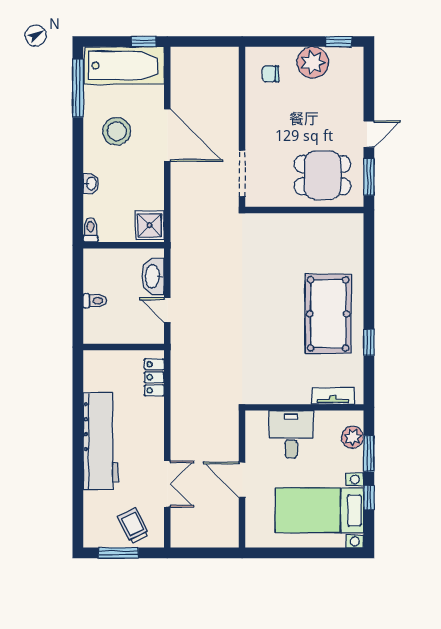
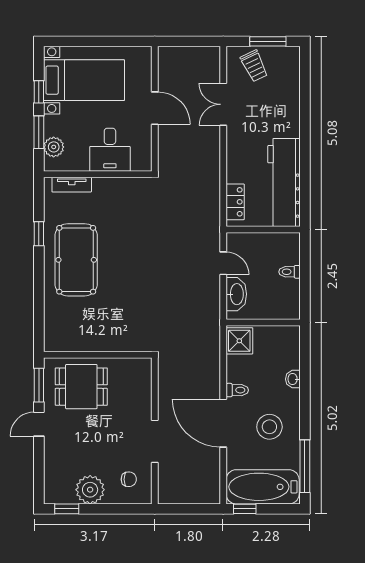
doorway: (242, 173) -> (155, 441), moved
toilet: (91, 230) -> (237, 390), moved, turned -90
workbench: (101, 441) -> (284, 182), moved

